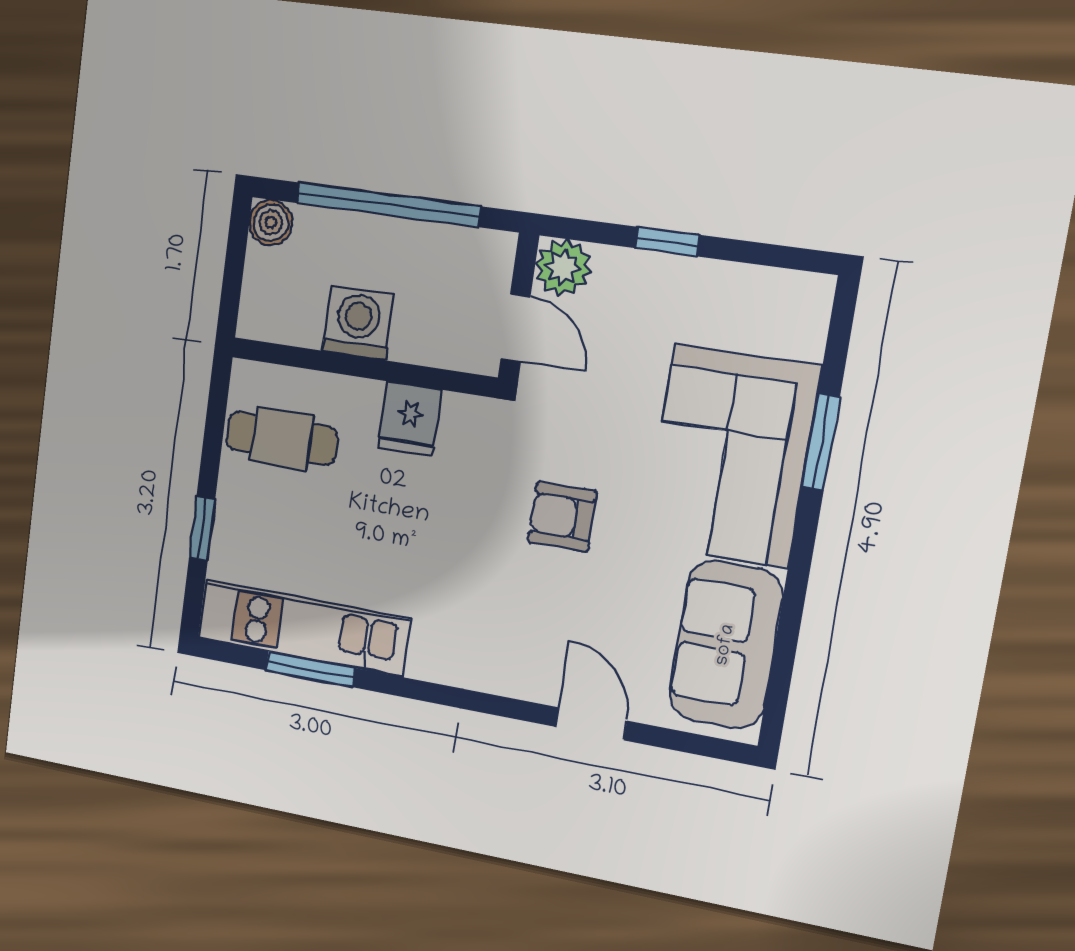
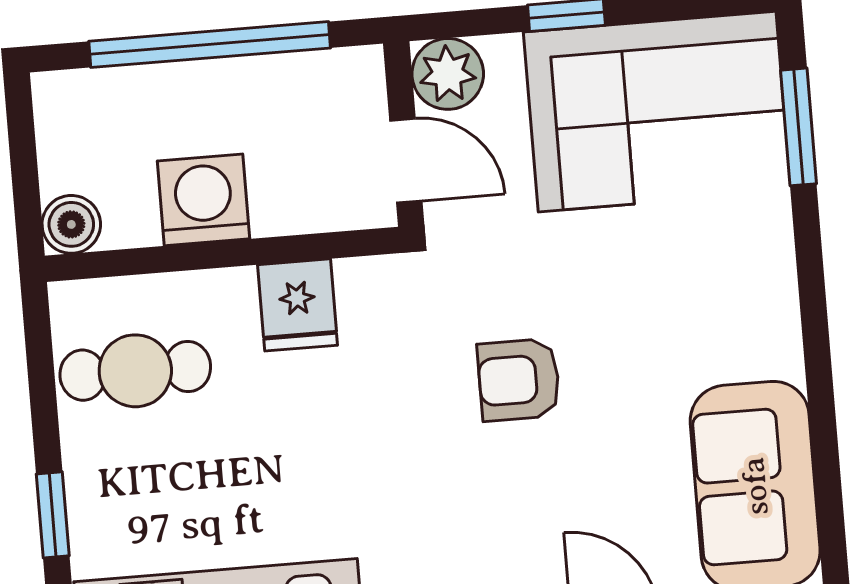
boiler: (271, 222) -> (71, 224), moved
window: (821, 442) -> (799, 127), moved
corner sofa: (731, 456) -> (657, 112), moved, turned -90

